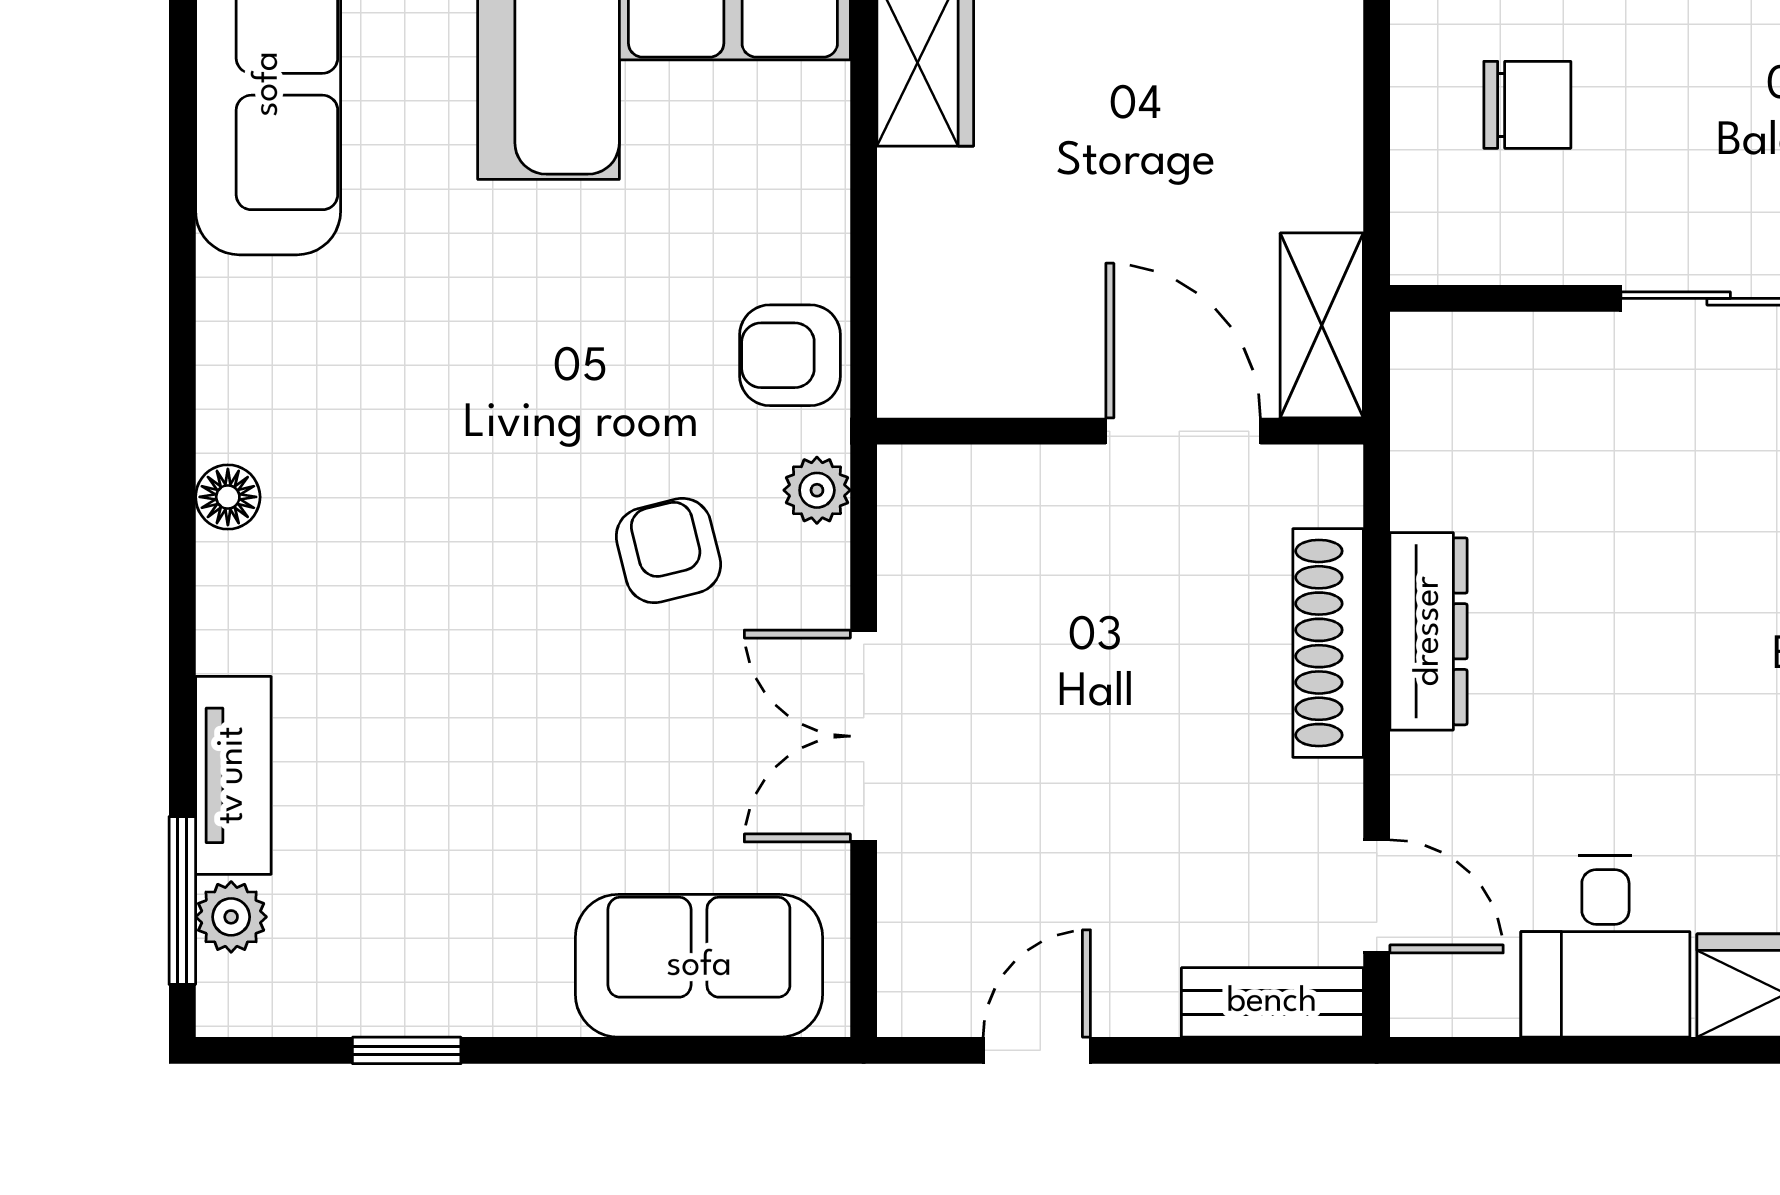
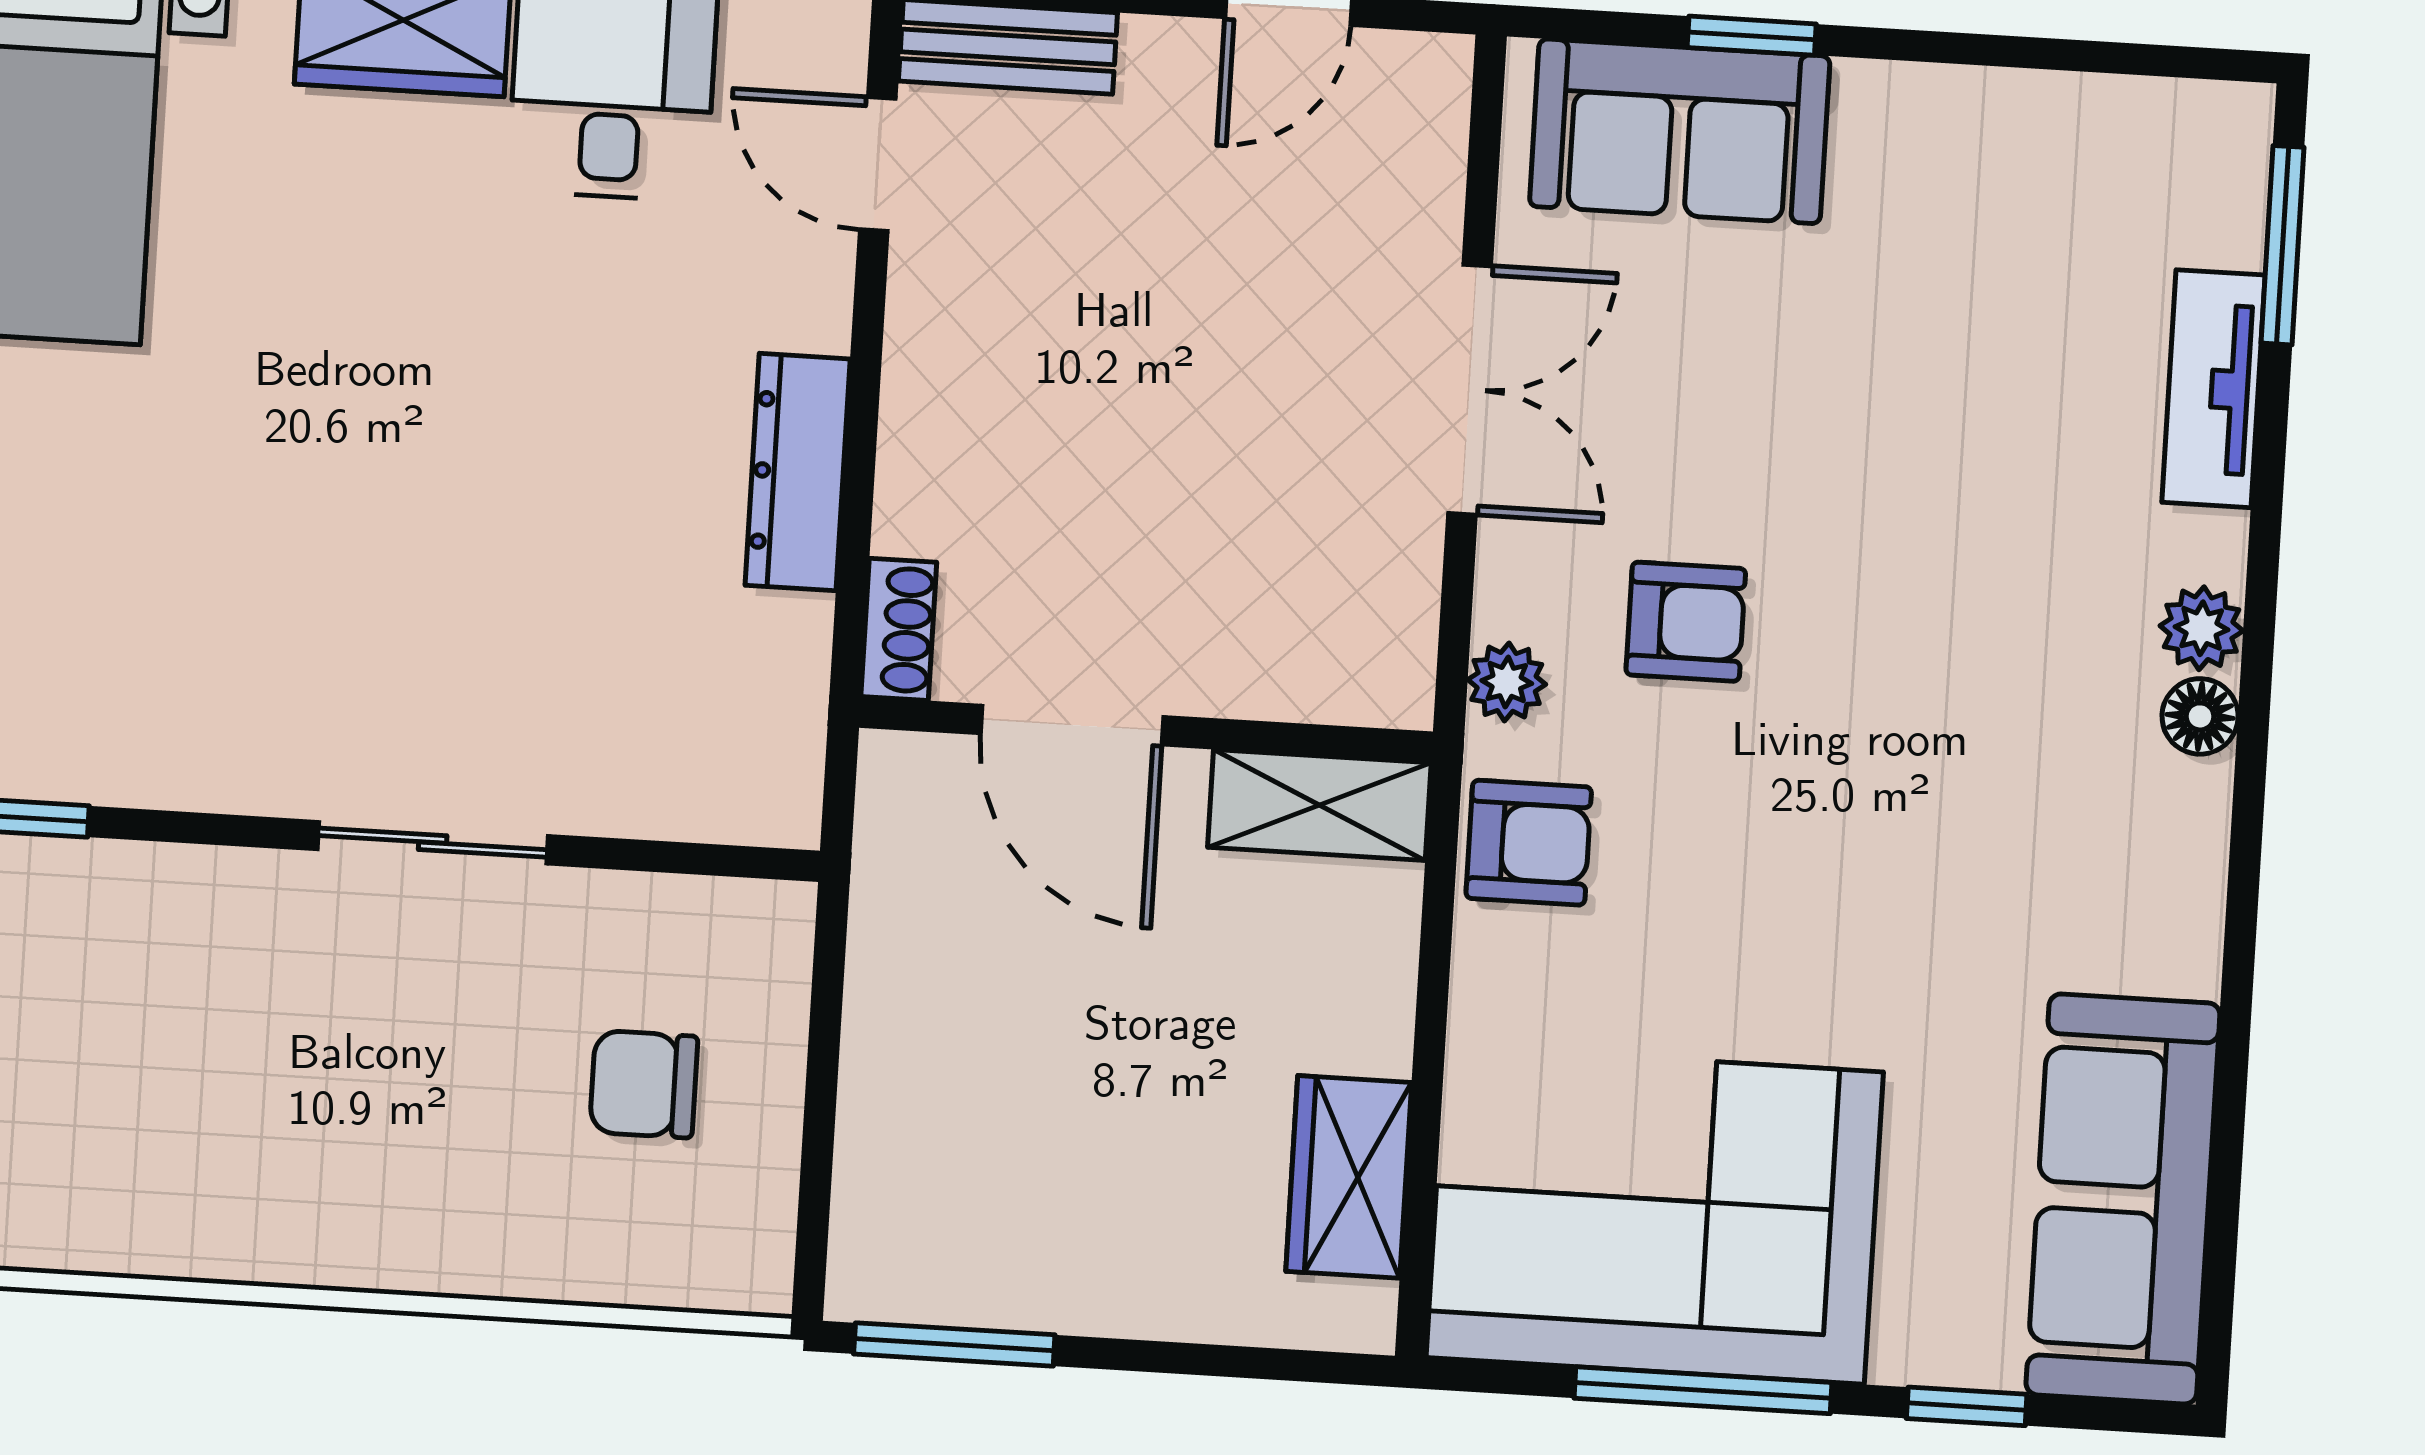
shelving: (1322, 325) -> (1319, 805), moved, turned 90
armchair: (668, 551) -> (1686, 622), turned -76
shoe rack: (1328, 643) -> (899, 629), moved, width x0.51, depth x0.81
plant: (231, 917) -> (2202, 628), moved
window: (407, 1050) -> (1752, 36), moved

